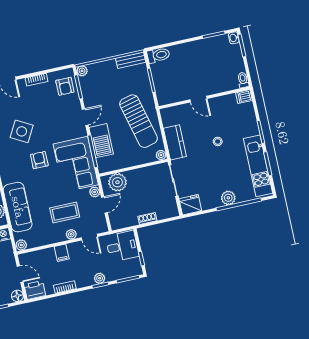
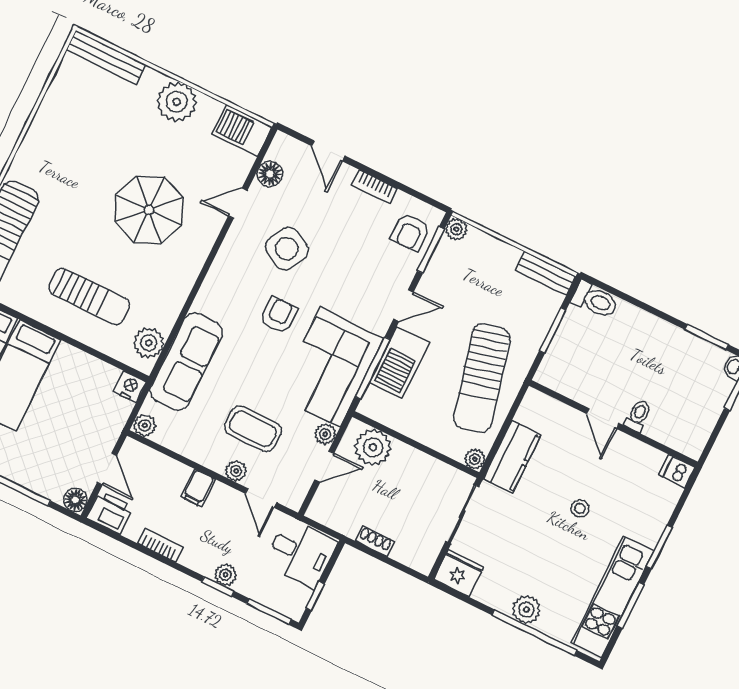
toilet: (243, 80) -> (638, 416), moved

